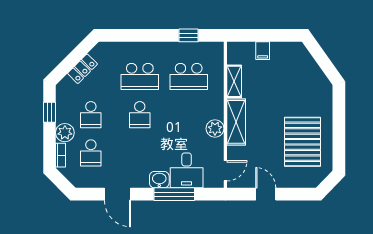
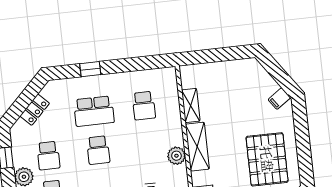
window: (188, 35) -> (90, 69), moved
filing cabinet: (263, 51) -> (279, 99), moved, turned 55
school desk: (189, 76) -> (144, 106), width x0.54

